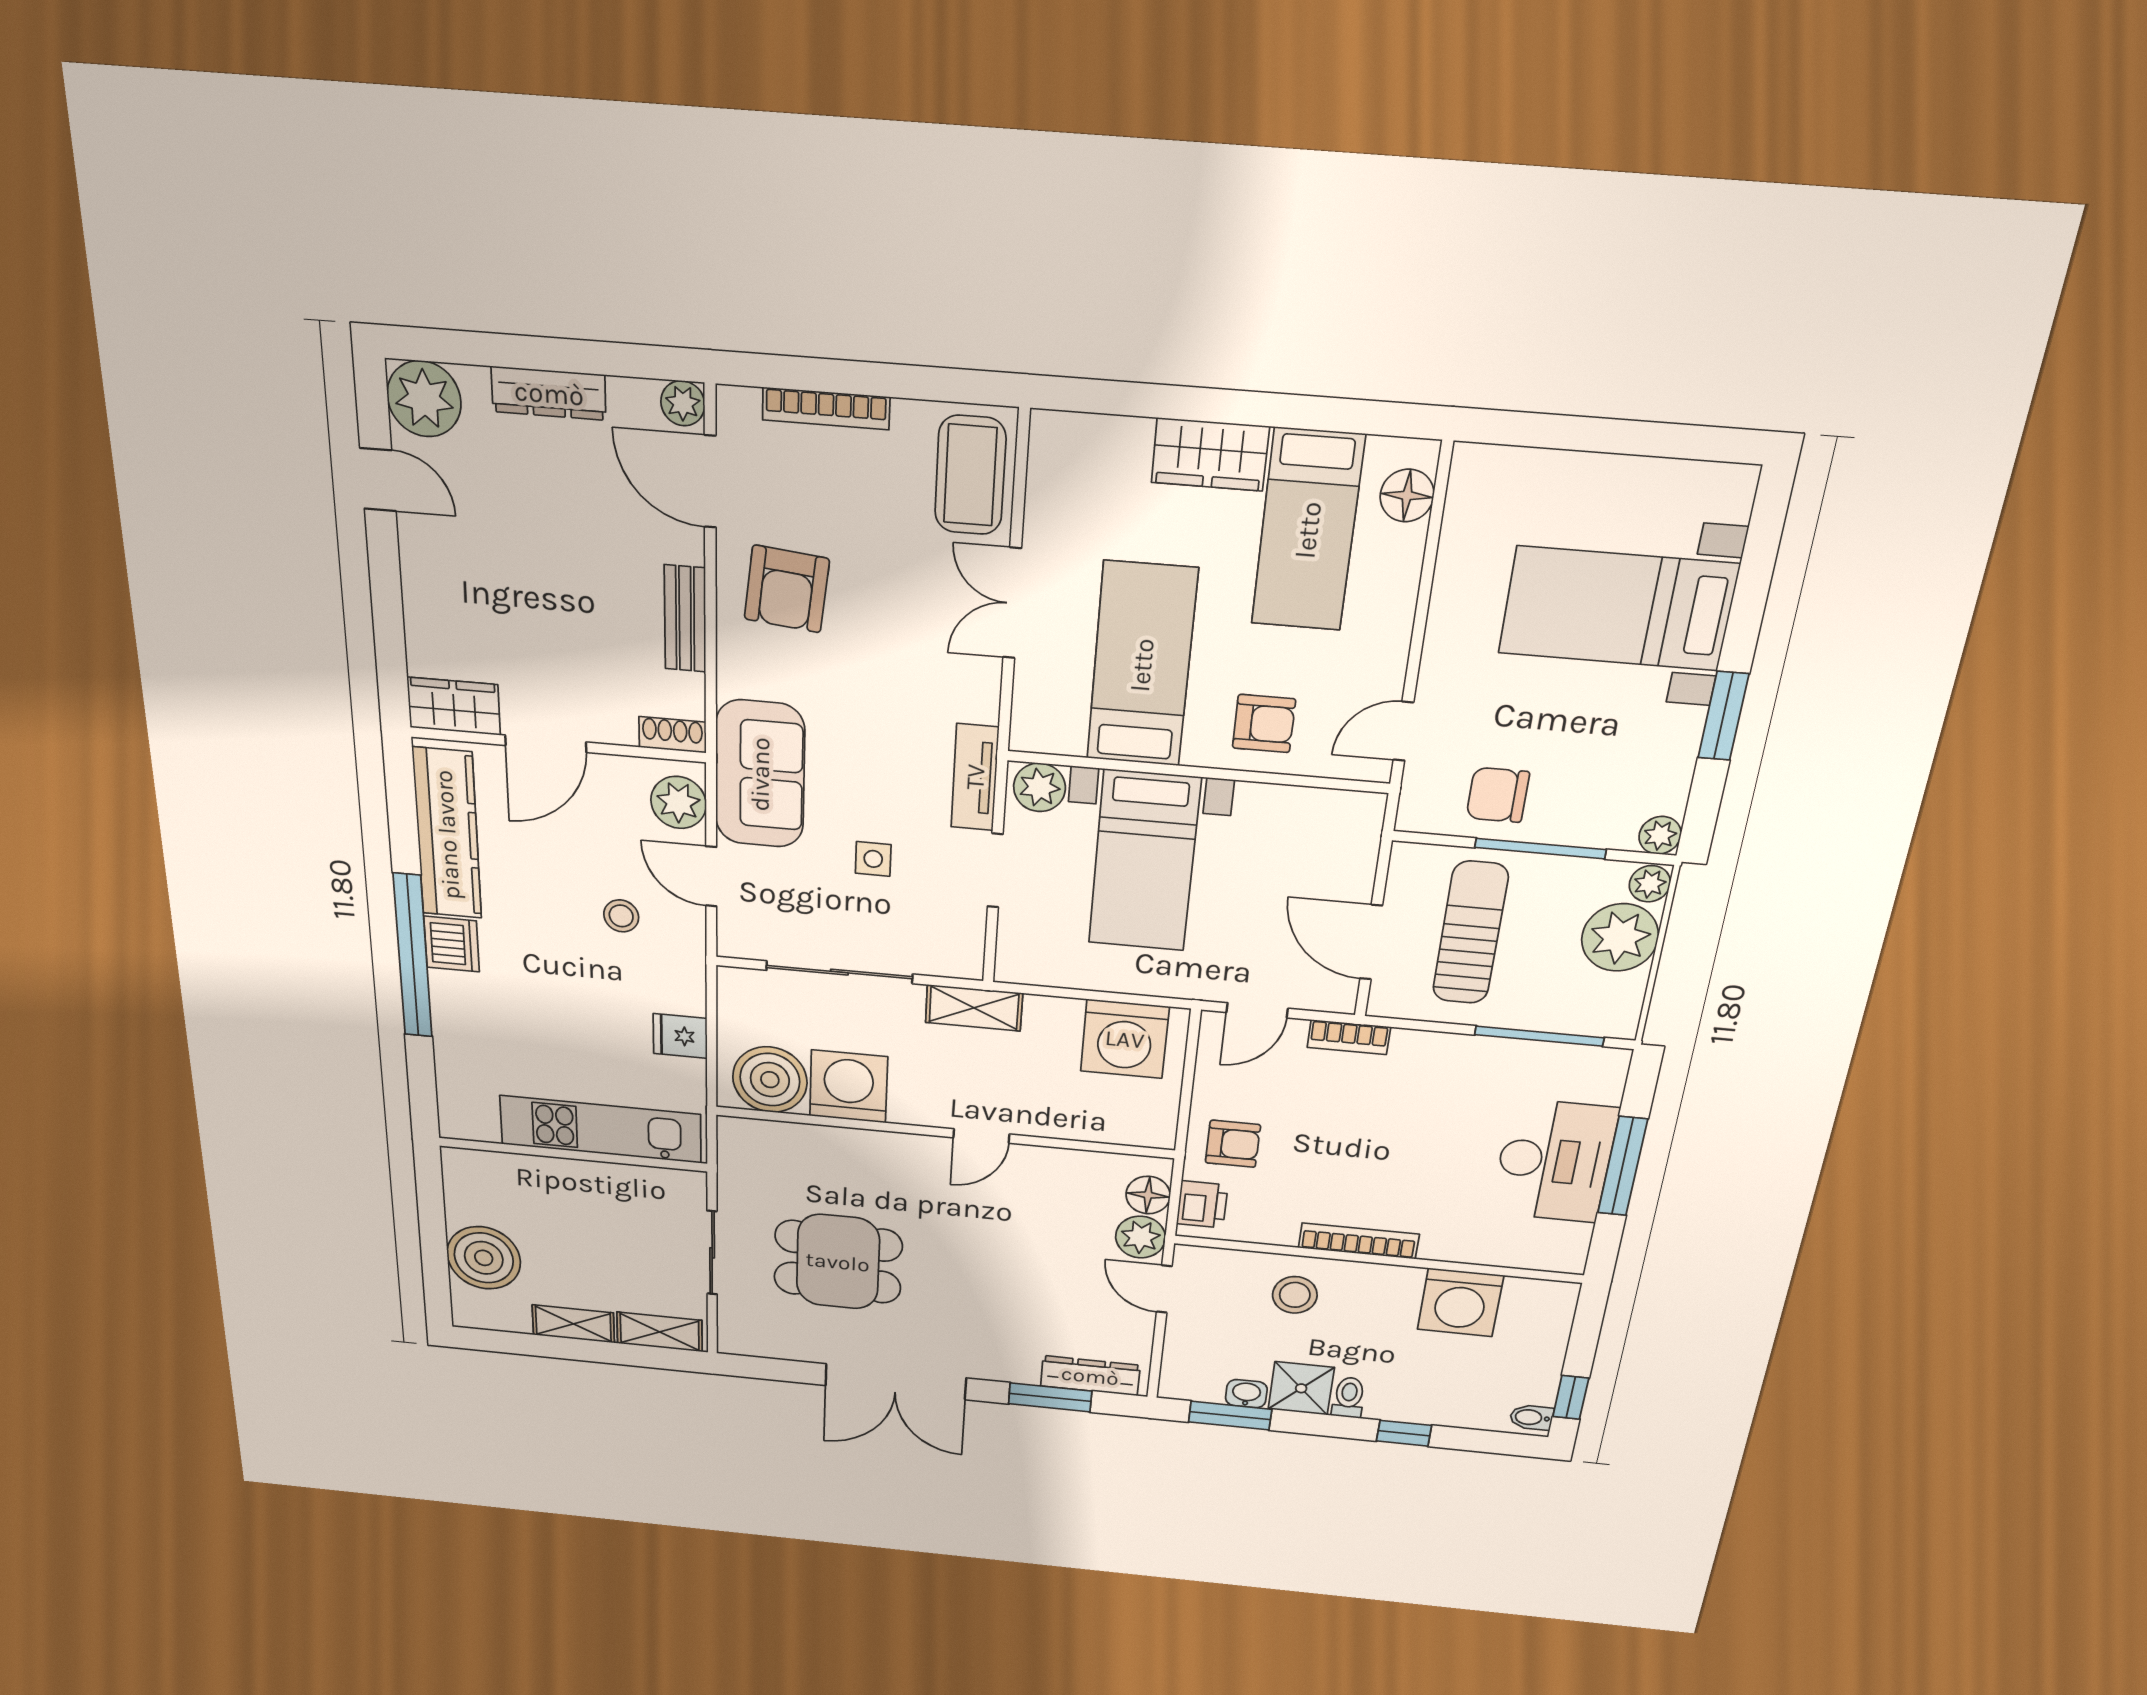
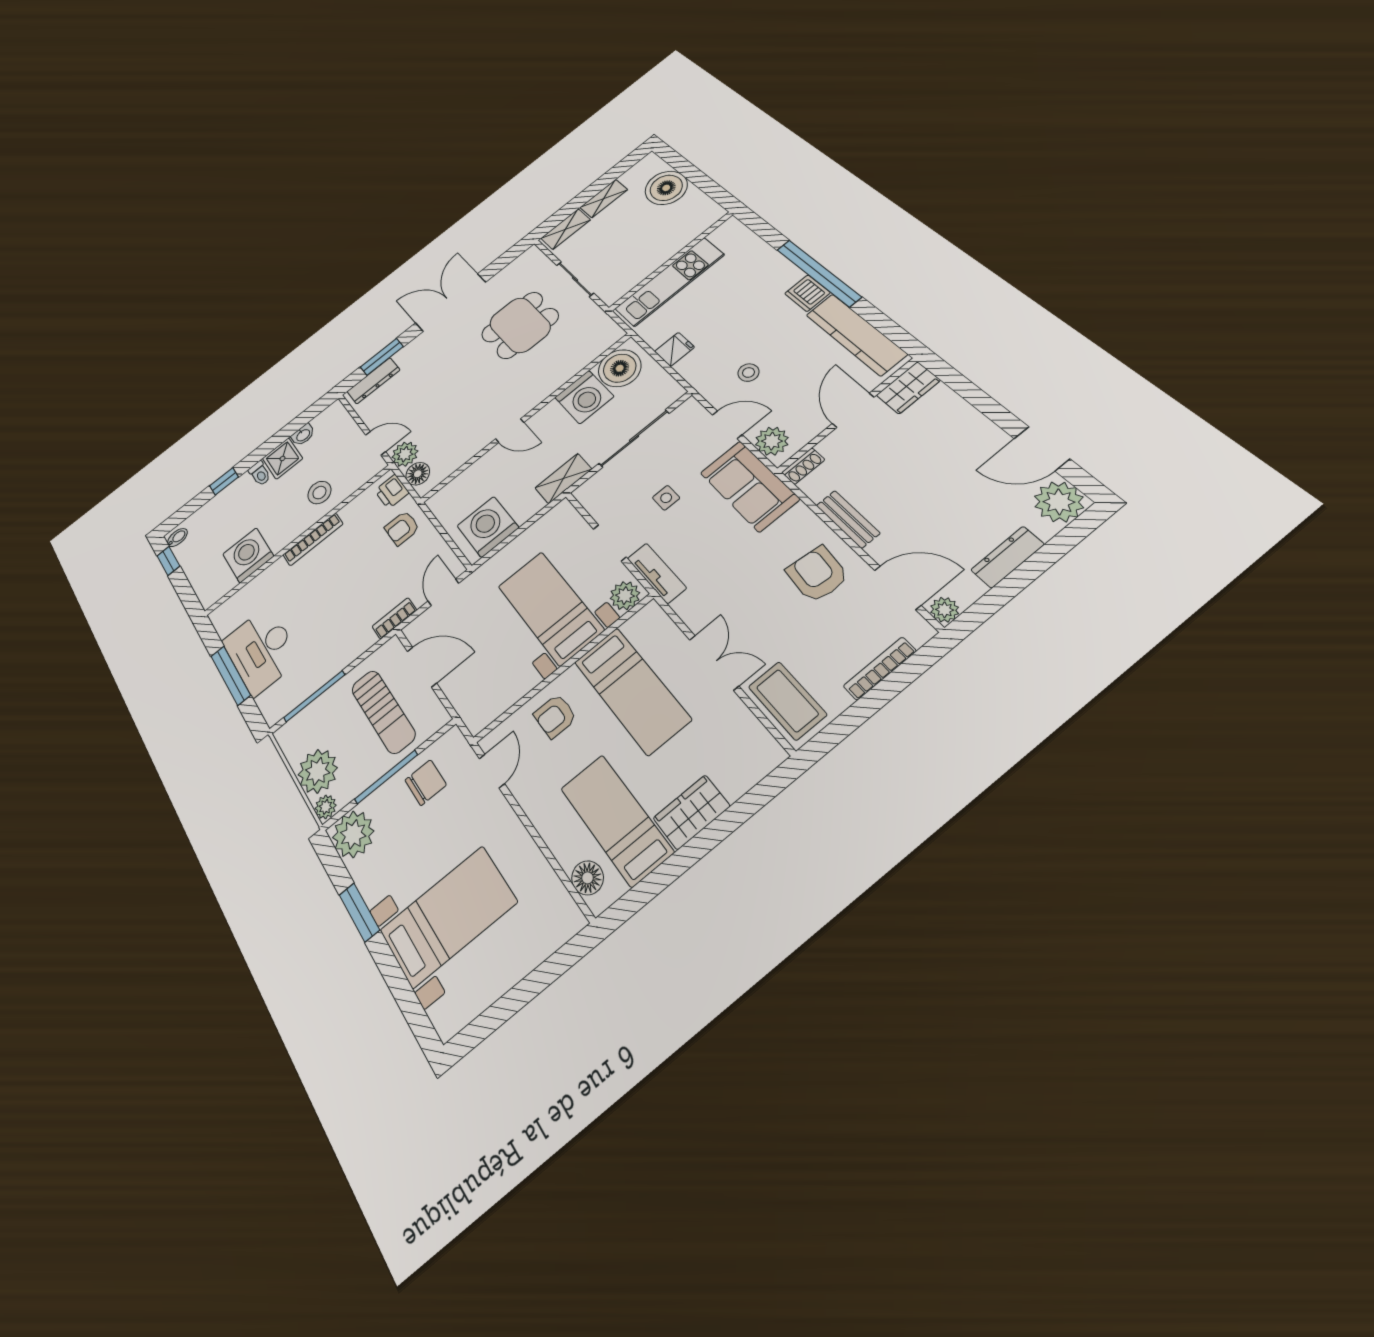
door: (378, 480) -> (1042, 449), width x1.38
plant: (1660, 835) -> (353, 834), width x1.88, depth x1.88
door: (981, 1136) -> (510, 431), swing flipped
window: (1230, 1416) -> (302, 420), removed

